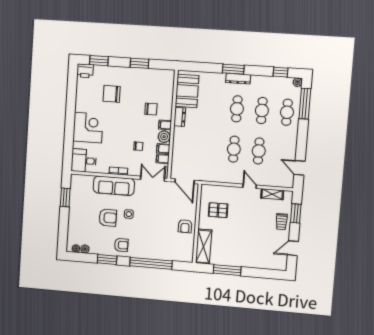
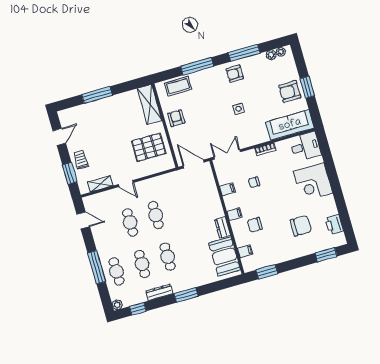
window: (140, 63) -> (267, 272), moved
printer: (85, 71) -> (334, 225), moved, turned -90
dresser: (238, 79) -> (159, 292), moved
window: (305, 104) -> (97, 267), moved
plant: (164, 137) -> (231, 202), removed
filing cabinet: (163, 159) -> (245, 251), moved
double door: (153, 179) -> (227, 154), swing flipped
sofa: (114, 186) -> (290, 125), moved
window: (65, 197) -> (307, 87), moved
pallet: (218, 210) -> (149, 147), width x1.50, depth x1.42
armchair: (108, 218) -> (290, 91), moved
coffee table: (173, 253) -> (178, 86), added
window: (107, 259) -> (244, 53), width x1.44
window: (151, 263) -> (197, 66), width x0.68
window: (227, 270) -> (97, 95), moved

